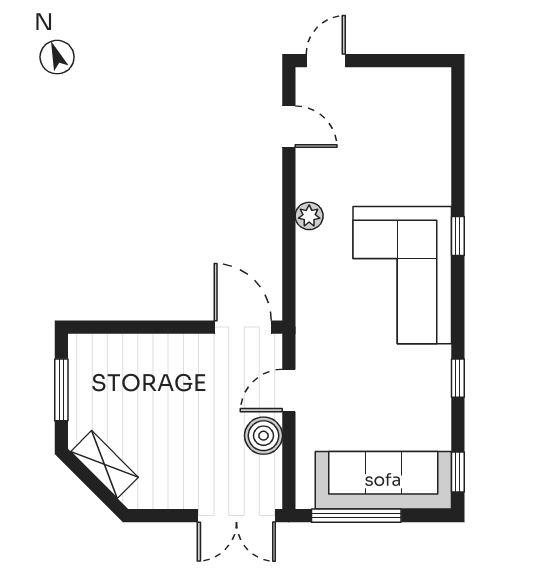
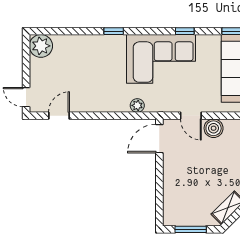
plant: (428, 90) -> (41, 46), added
plant: (309, 216) -> (137, 105), moved
corner sofa: (402, 275) -> (161, 59), moved

